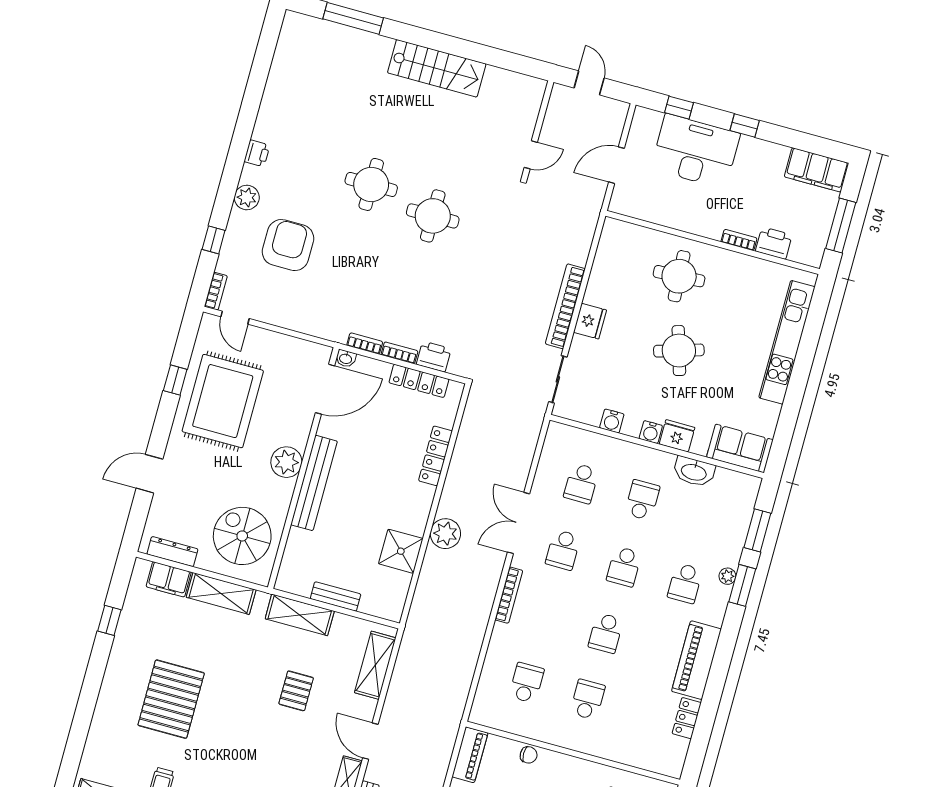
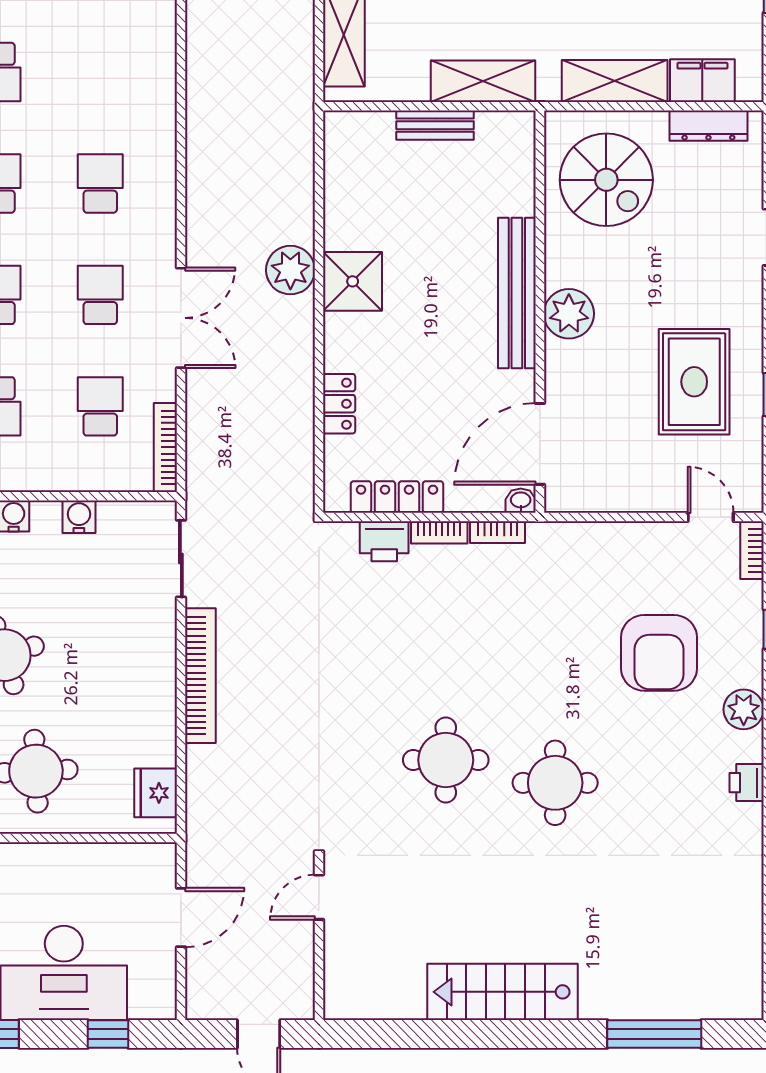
fridge: (590, 321) -> (156, 793), moved
rug: (223, 401) -> (694, 382), width x0.73, depth x0.69
locker: (436, 456) -> (339, 404), width x0.66
shower: (401, 551) -> (353, 281), moved
bookcase: (509, 595) -> (165, 447), moved
school desk: (527, 683) -> (100, 183), moved, turned 180

